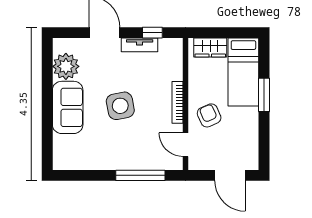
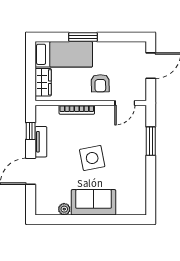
plant: (66, 66) -> (64, 209), width x0.53, depth x0.53
bookcase: (178, 102) -> (77, 110), moved
armchair: (209, 115) -> (100, 83), turned -67
window: (140, 175) -> (151, 141), width x0.69

